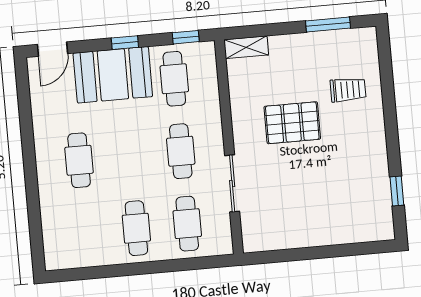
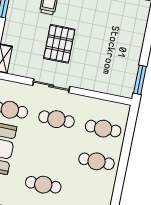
sliding door: (232, 183) -> (51, 86), moved
window: (275, 256) -> (140, 80), added

